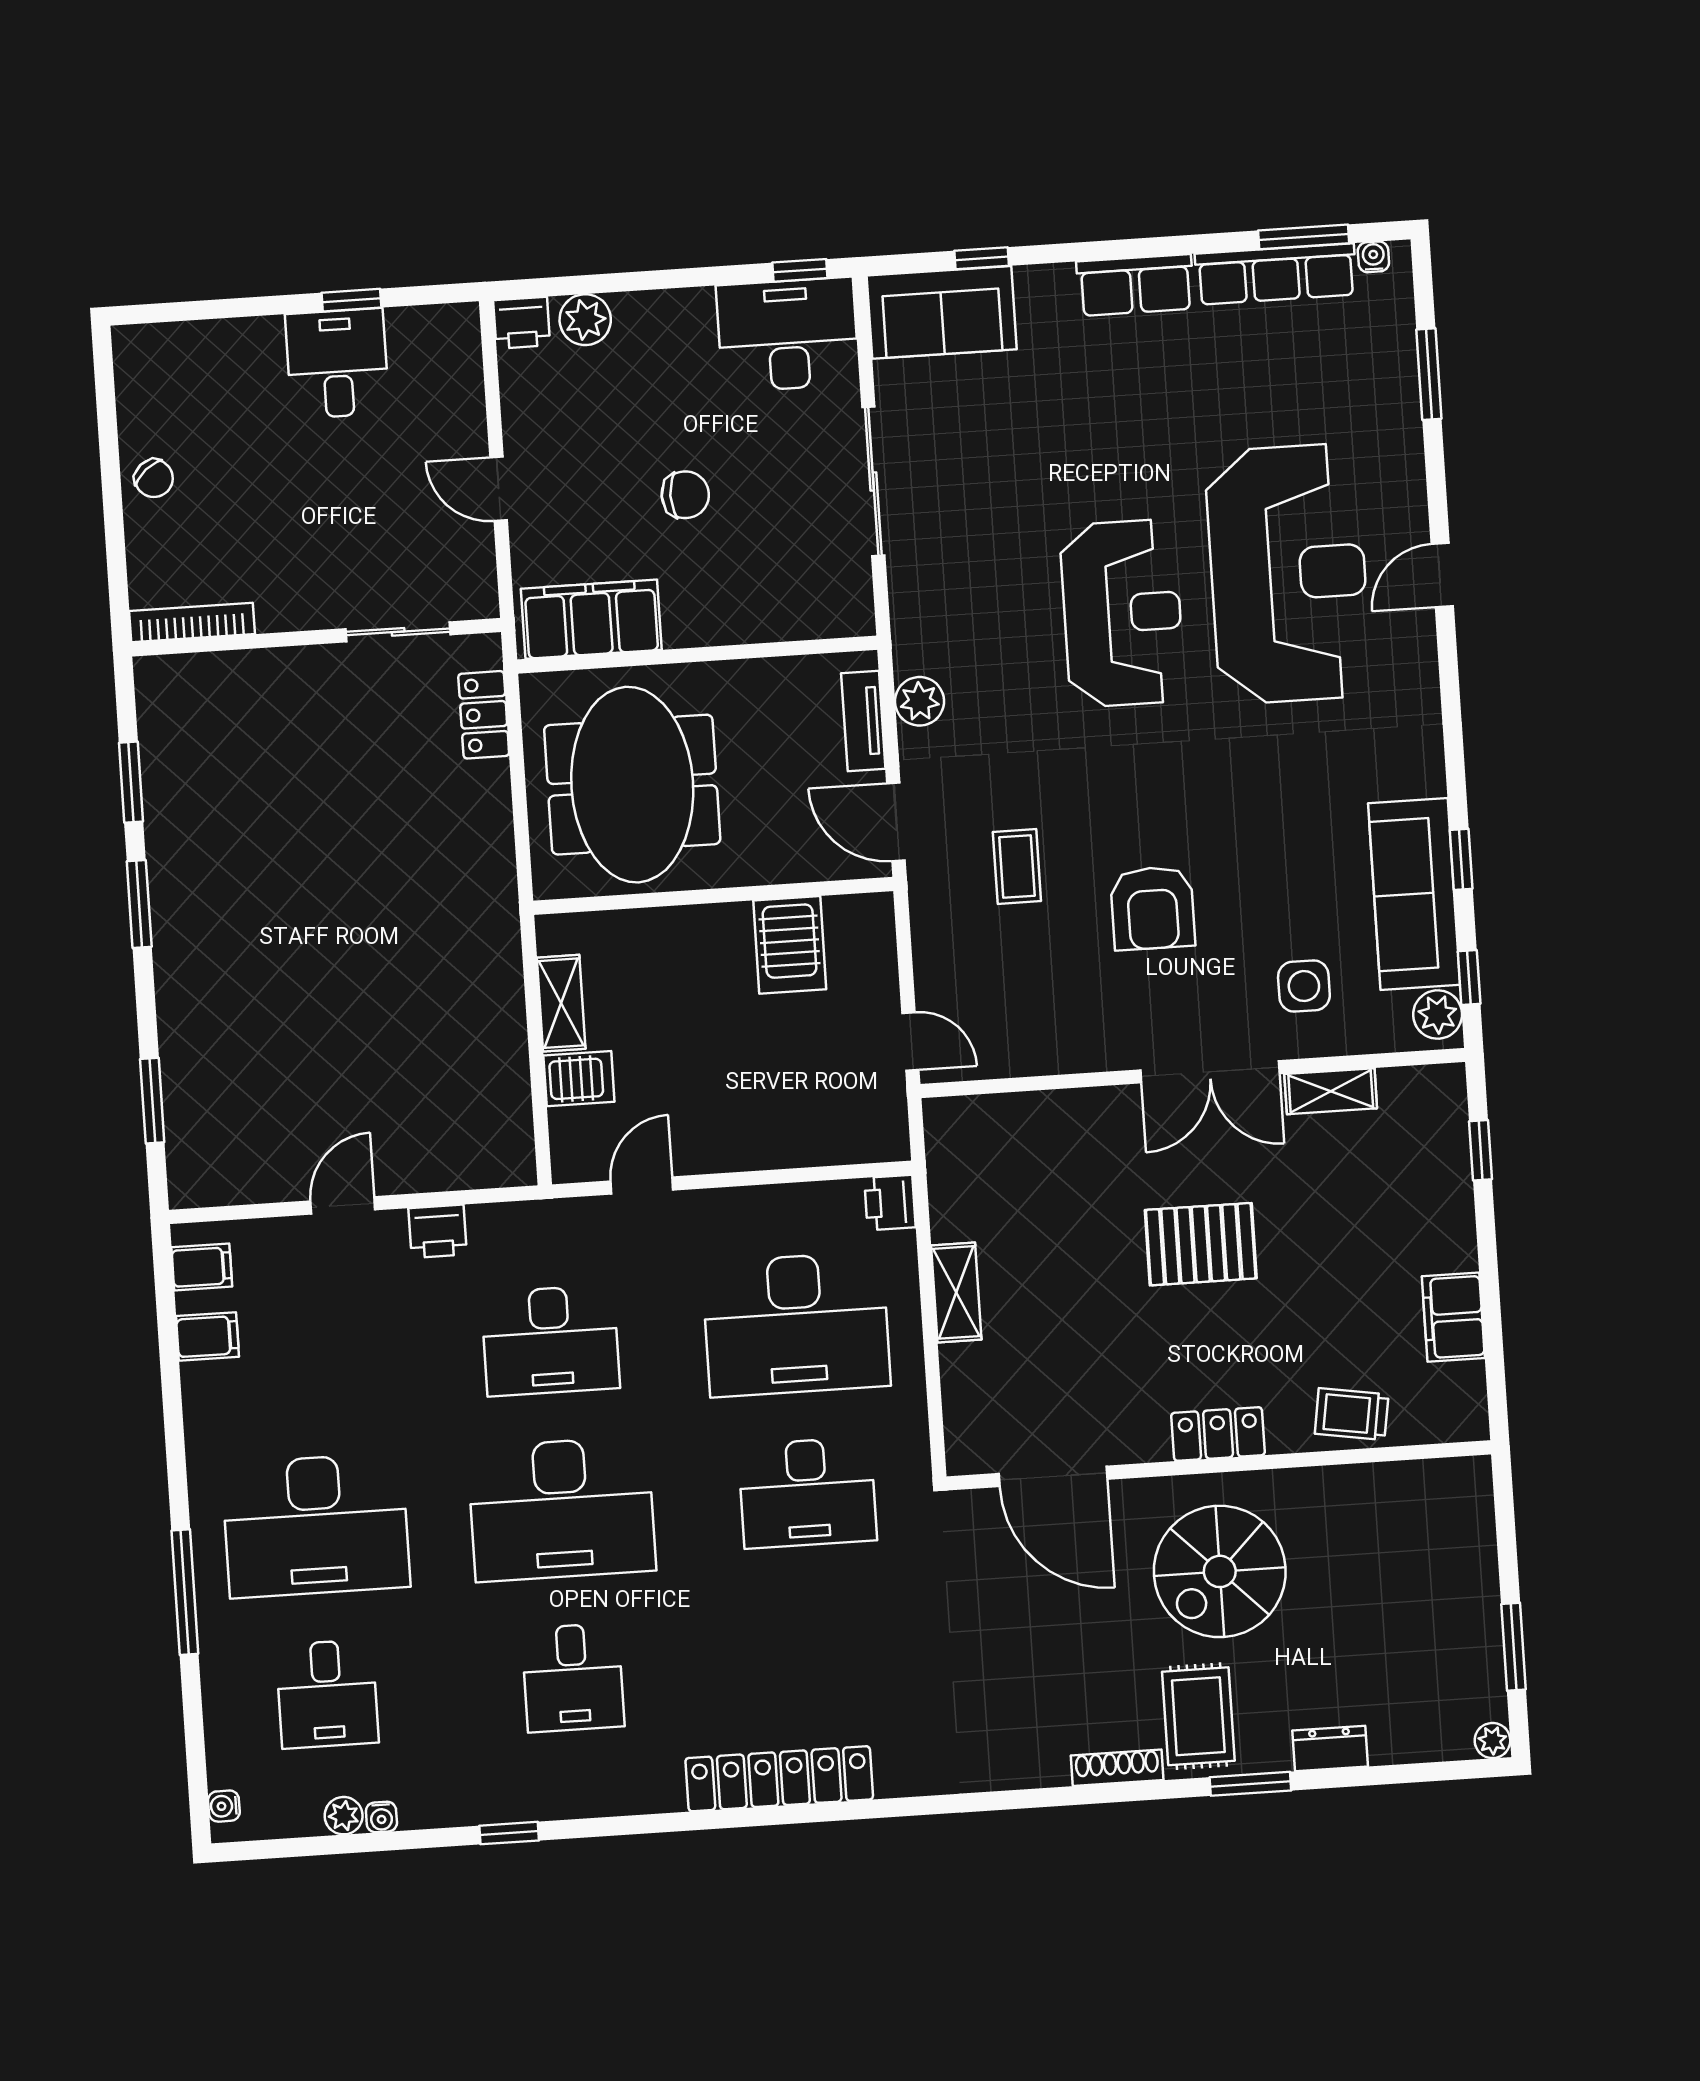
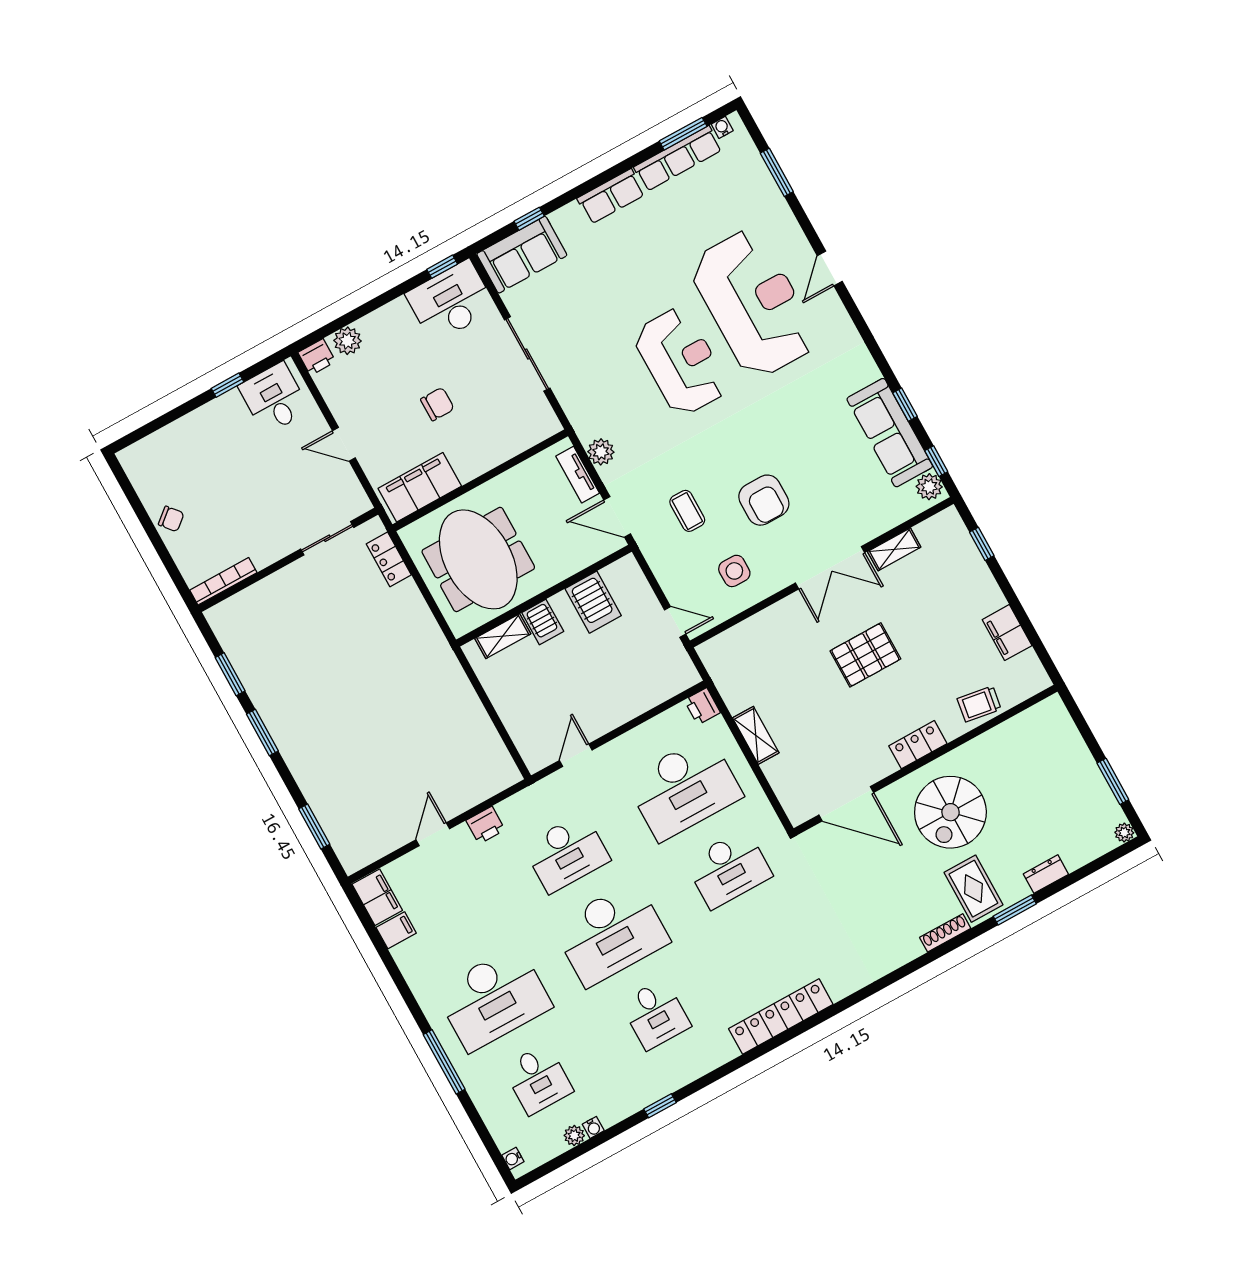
desk: (337, 363) -> (274, 398), moved
side table: (1304, 986) -> (734, 571), moved
shelving: (561, 1003) -> (503, 636), moved, turned 90
server rack: (579, 1079) -> (543, 622), moved, turned 90
filing cabinet: (202, 1267) -> (377, 897), width x2.00

